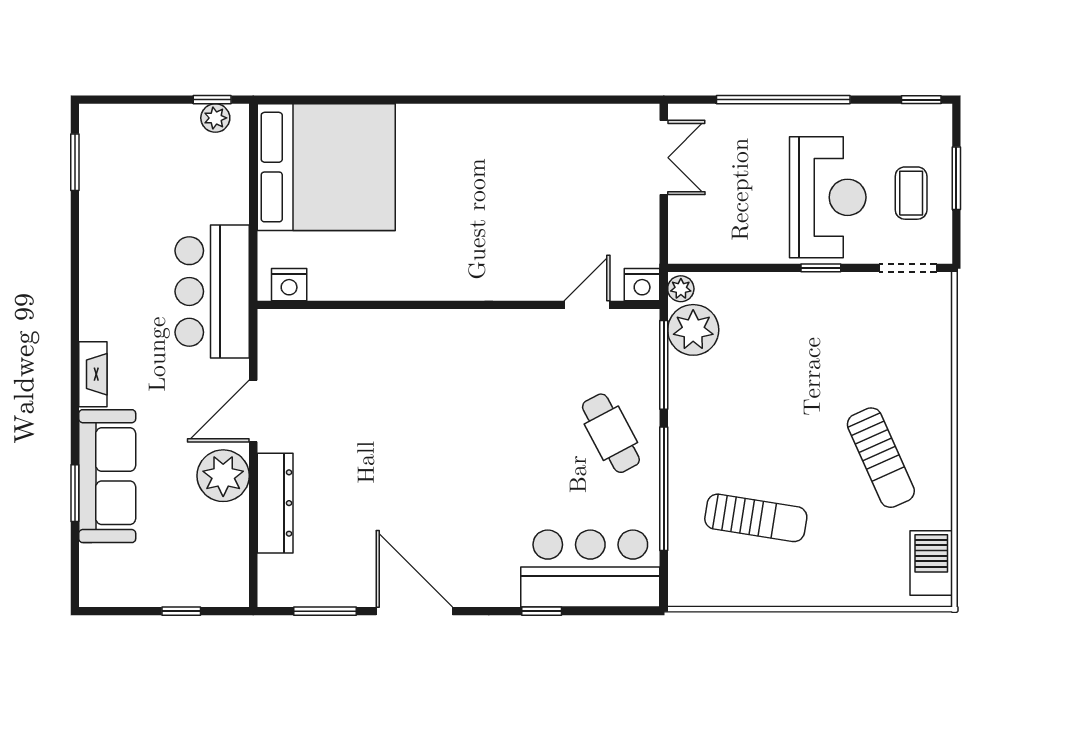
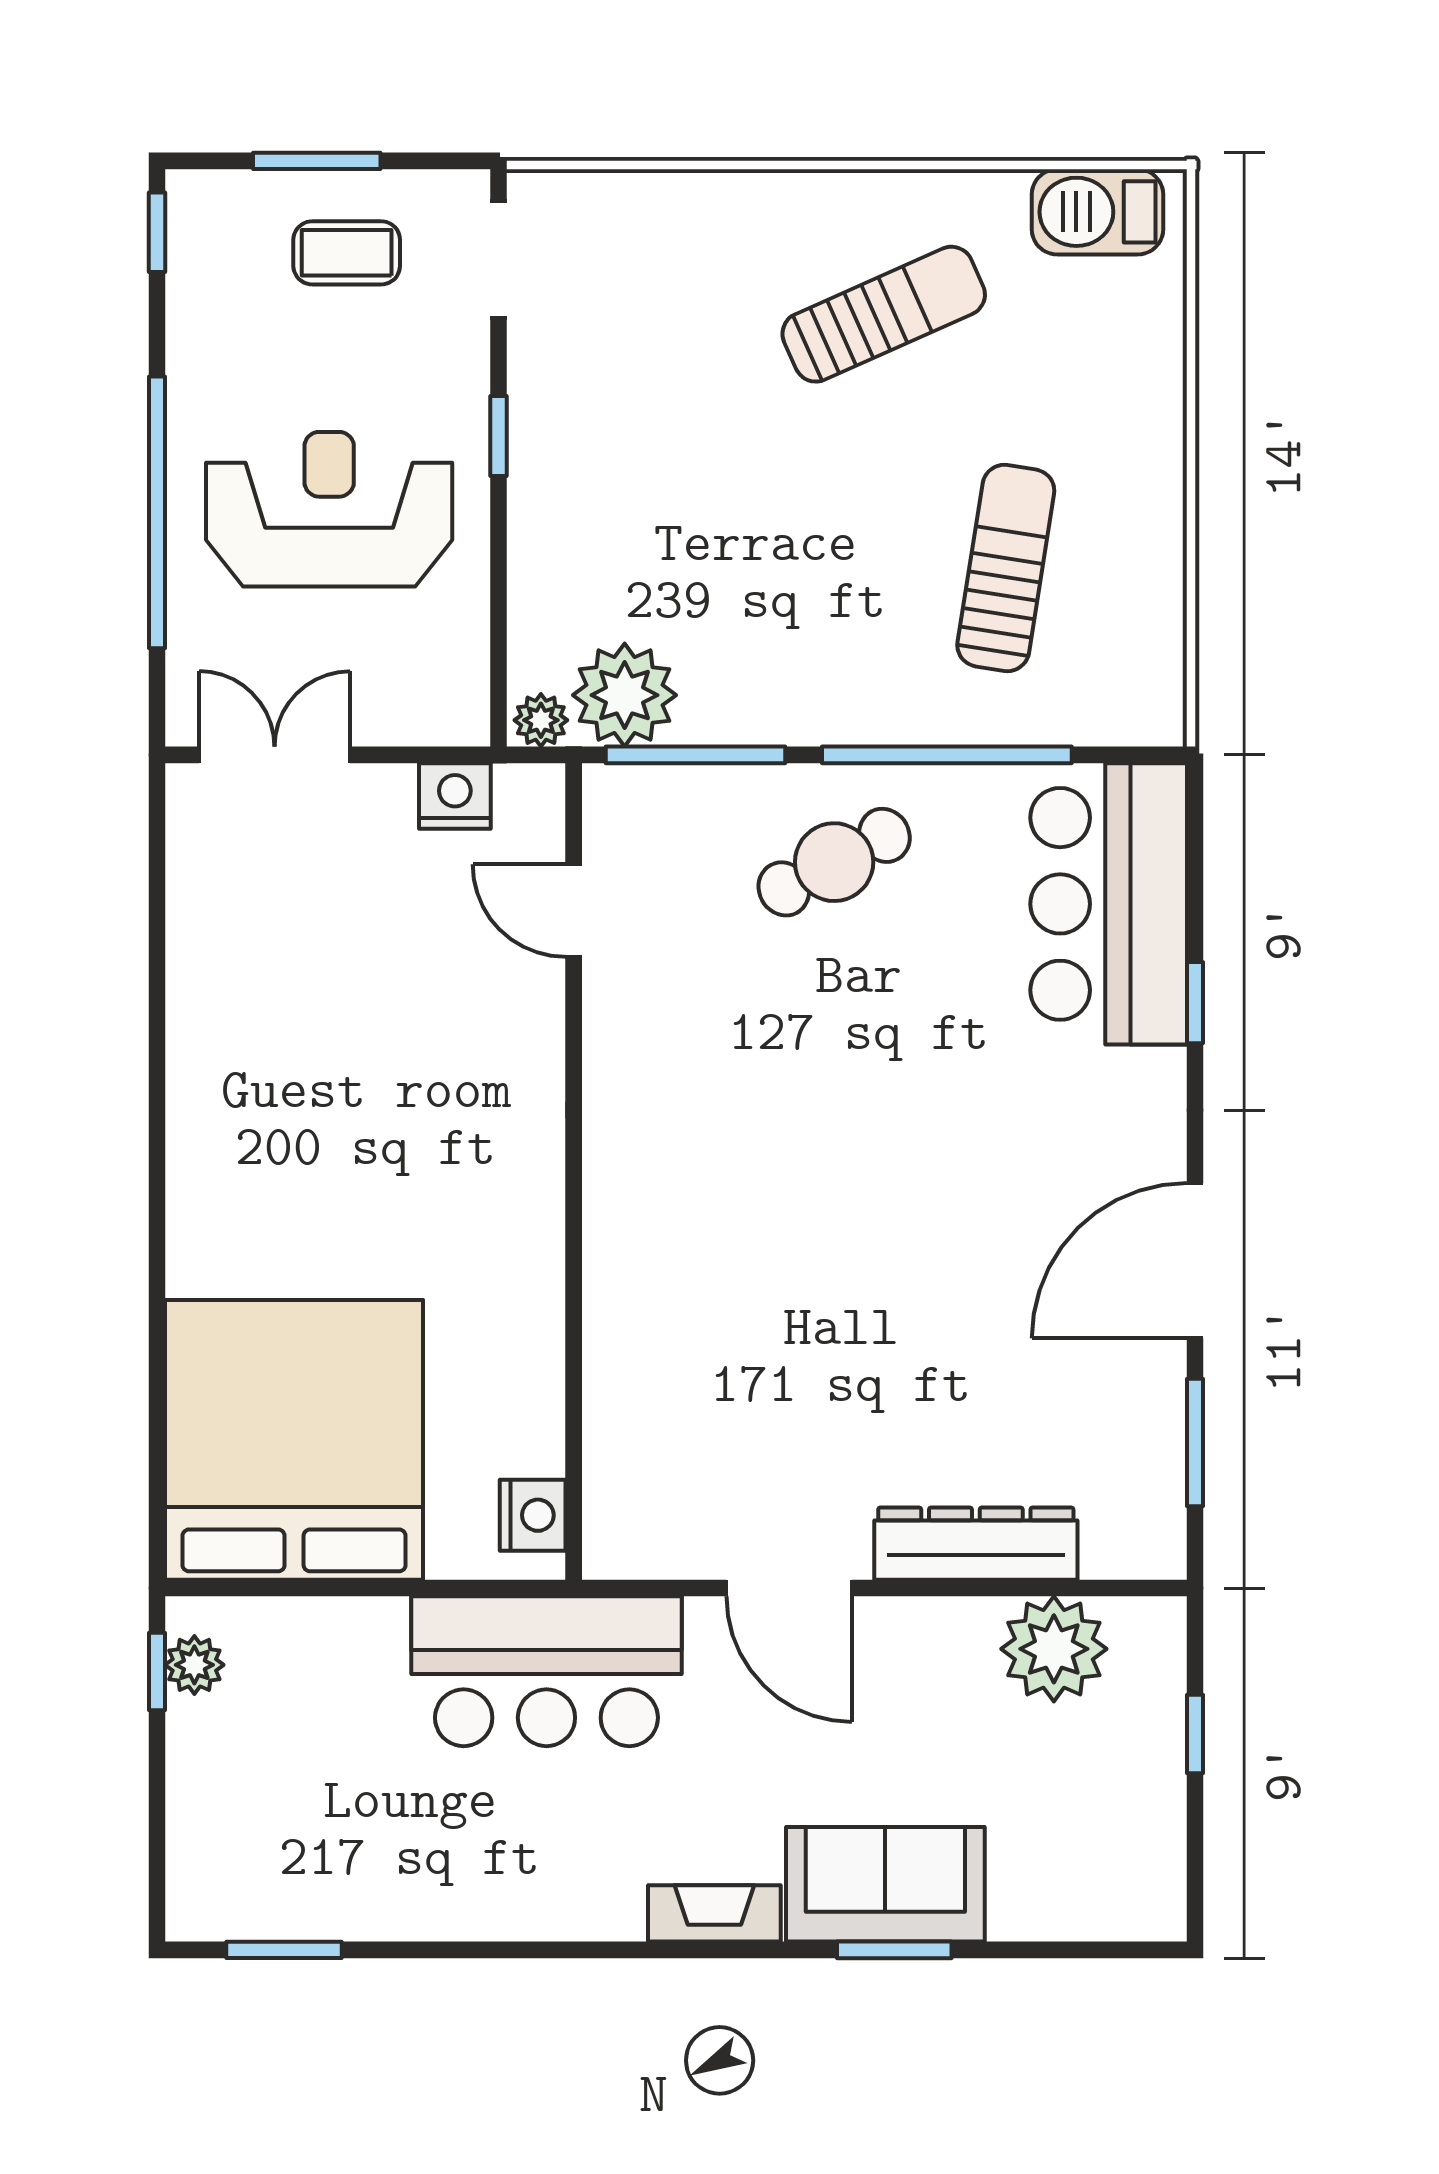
reception desk: (828, 197) -> (329, 509), moved
nightstand: (642, 285) -> (455, 796), moved, turned -90
sofa: (107, 476) -> (885, 1884), width x0.73
plant: (223, 476) -> (1054, 1649), moved
window: (75, 493) -> (894, 1950), moved

